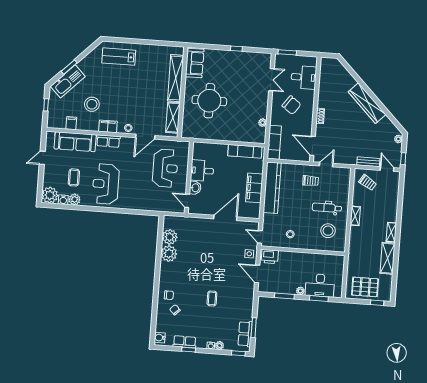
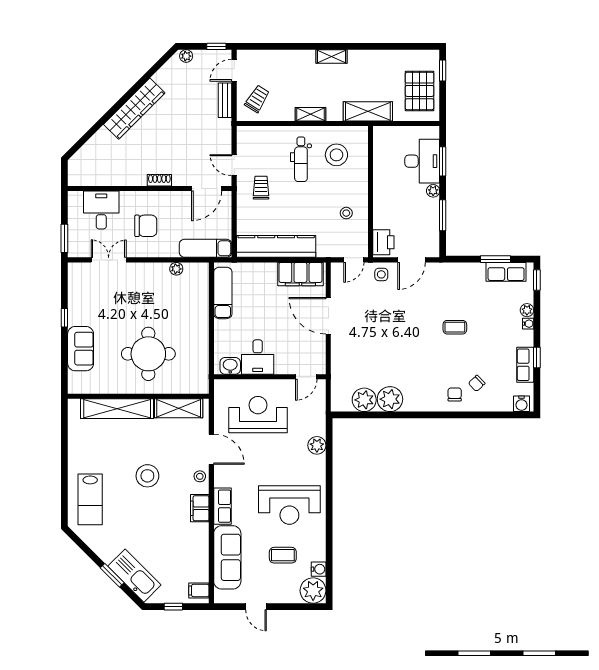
sofa: (195, 63) -> (81, 349), moved, turned 90
stool: (92, 104) -> (147, 476), moved
chair: (291, 105) -> (146, 226), turned 54
filing cabinet: (71, 123) -> (199, 591), moved
washbasin: (195, 188) -> (230, 366), moved
filing cabinet: (254, 188) -> (300, 274), moved
plant: (75, 199) -> (317, 445), moved
shelving: (388, 258) -> (368, 111), moved

